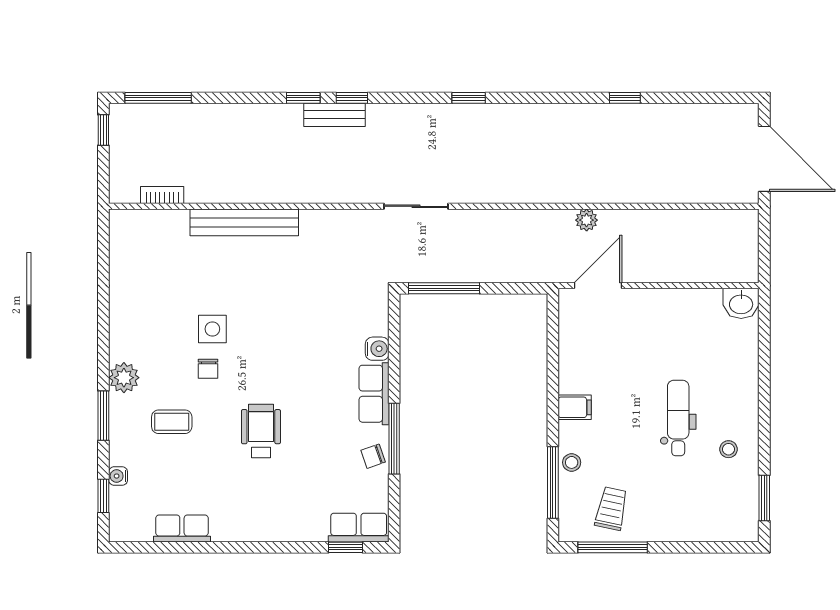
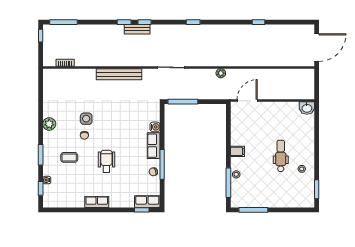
door: (764, 159) -> (317, 48), hinge flipped
plant: (587, 220) -> (221, 73), moved
bench: (244, 222) -> (119, 74), moved
plant: (124, 378) -> (49, 124), moved
trolley: (611, 509) -> (253, 194), removed
row of seats: (182, 528) -> (97, 202), moved

